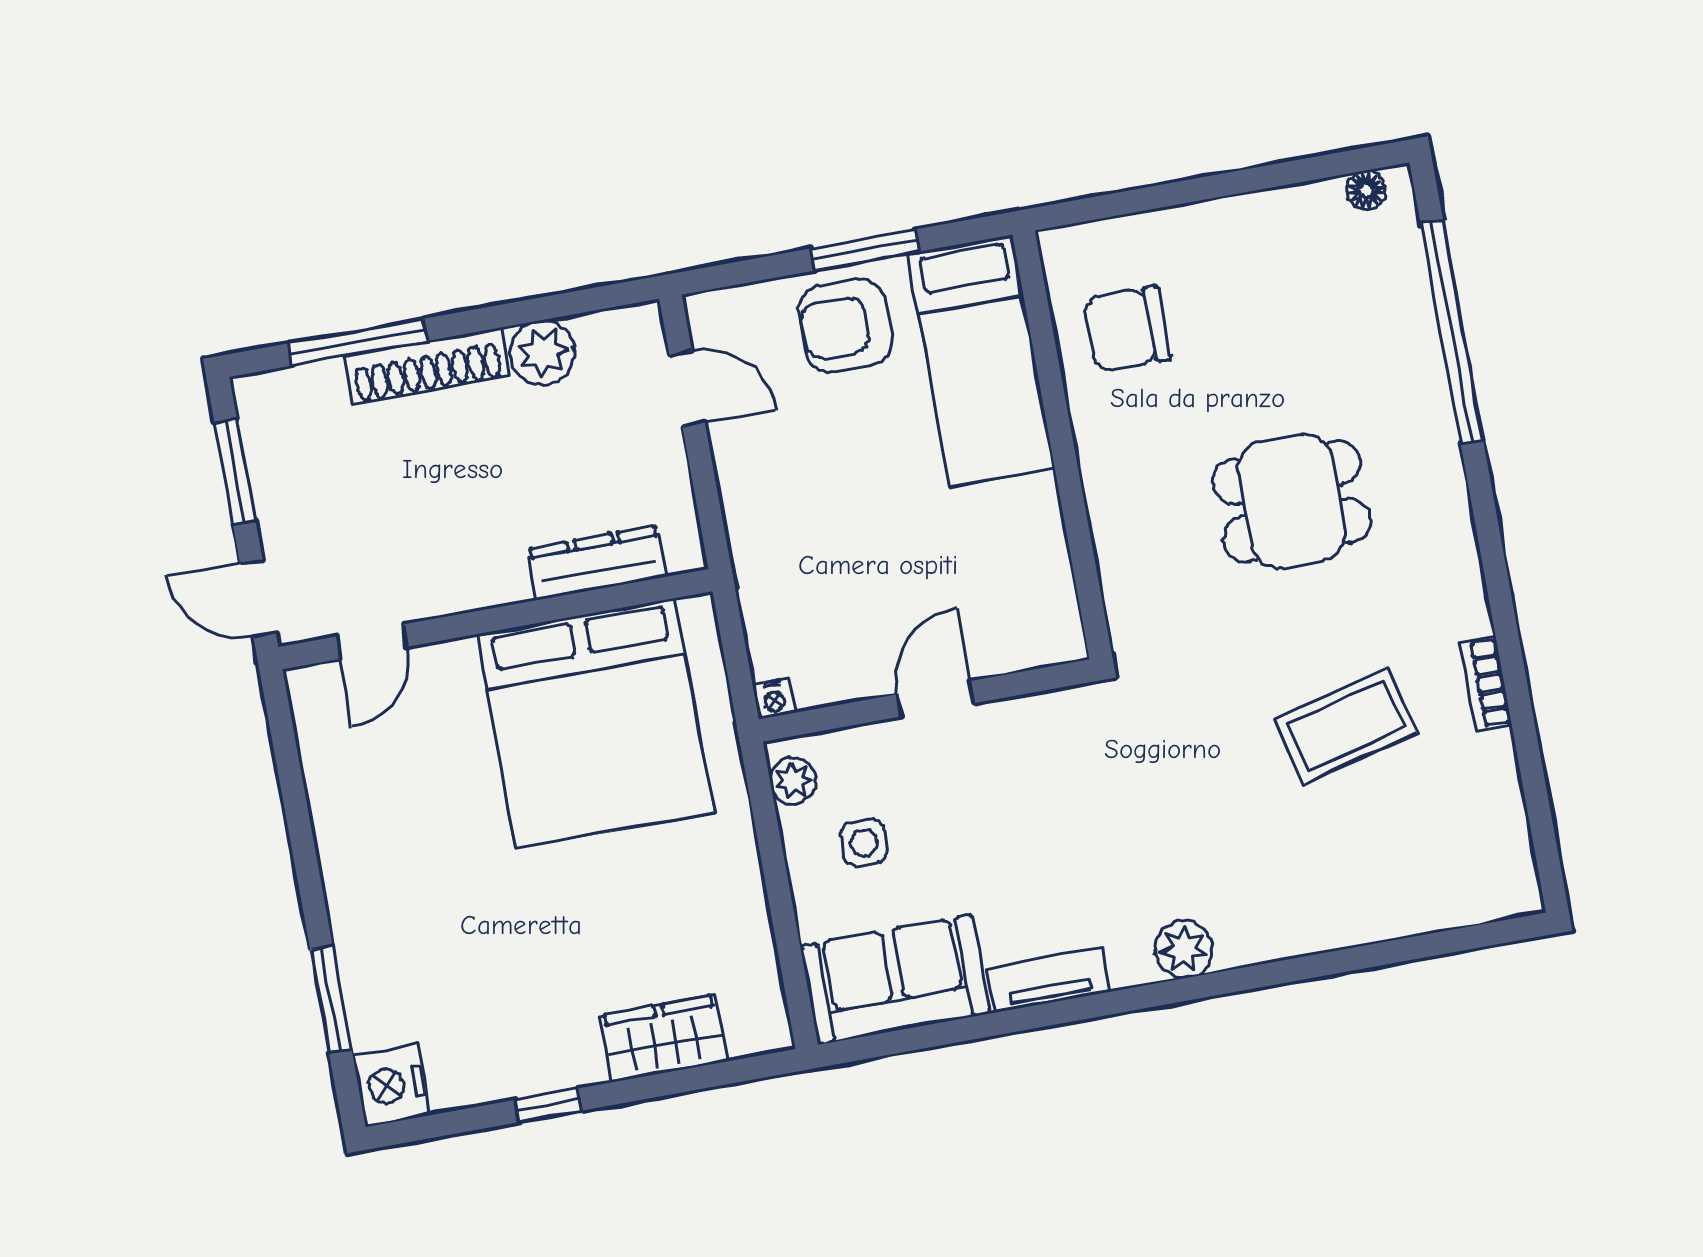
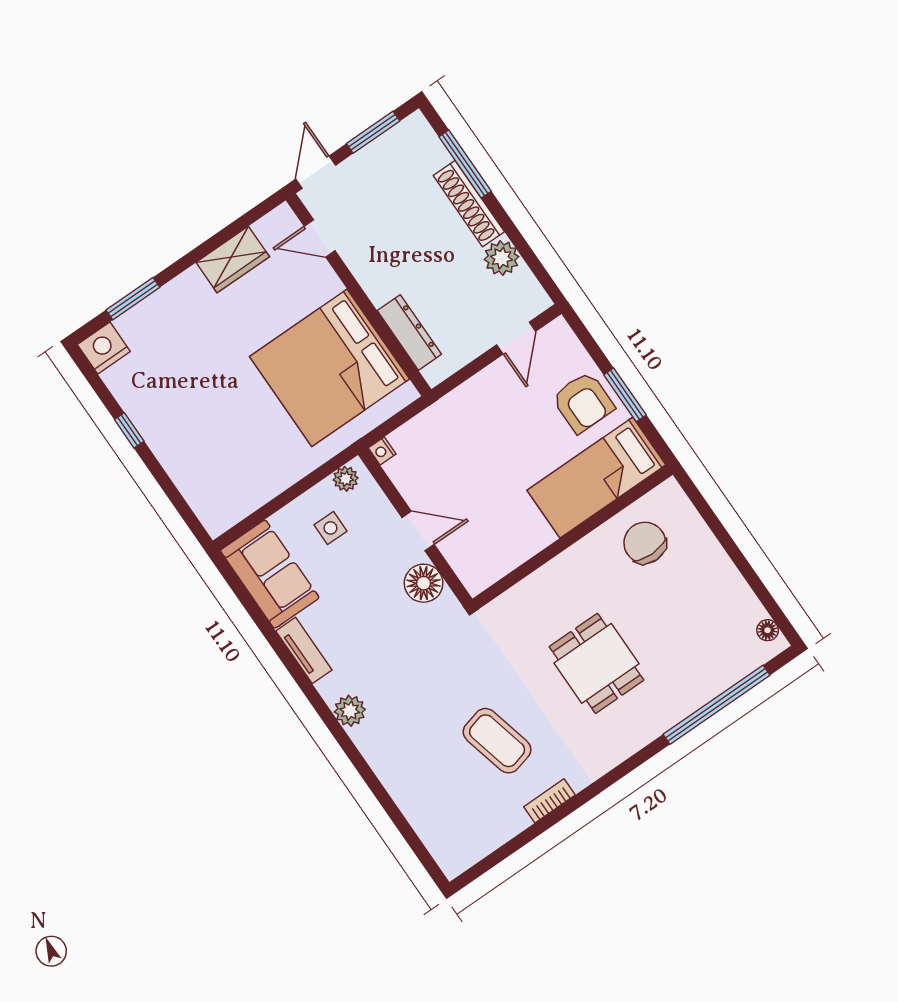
armchair: (845, 326) -> (583, 402), turned 180
floor lamp: (1027, 729) -> (424, 583), added
wardrobe: (664, 1038) -> (233, 259), moved, turned 90

